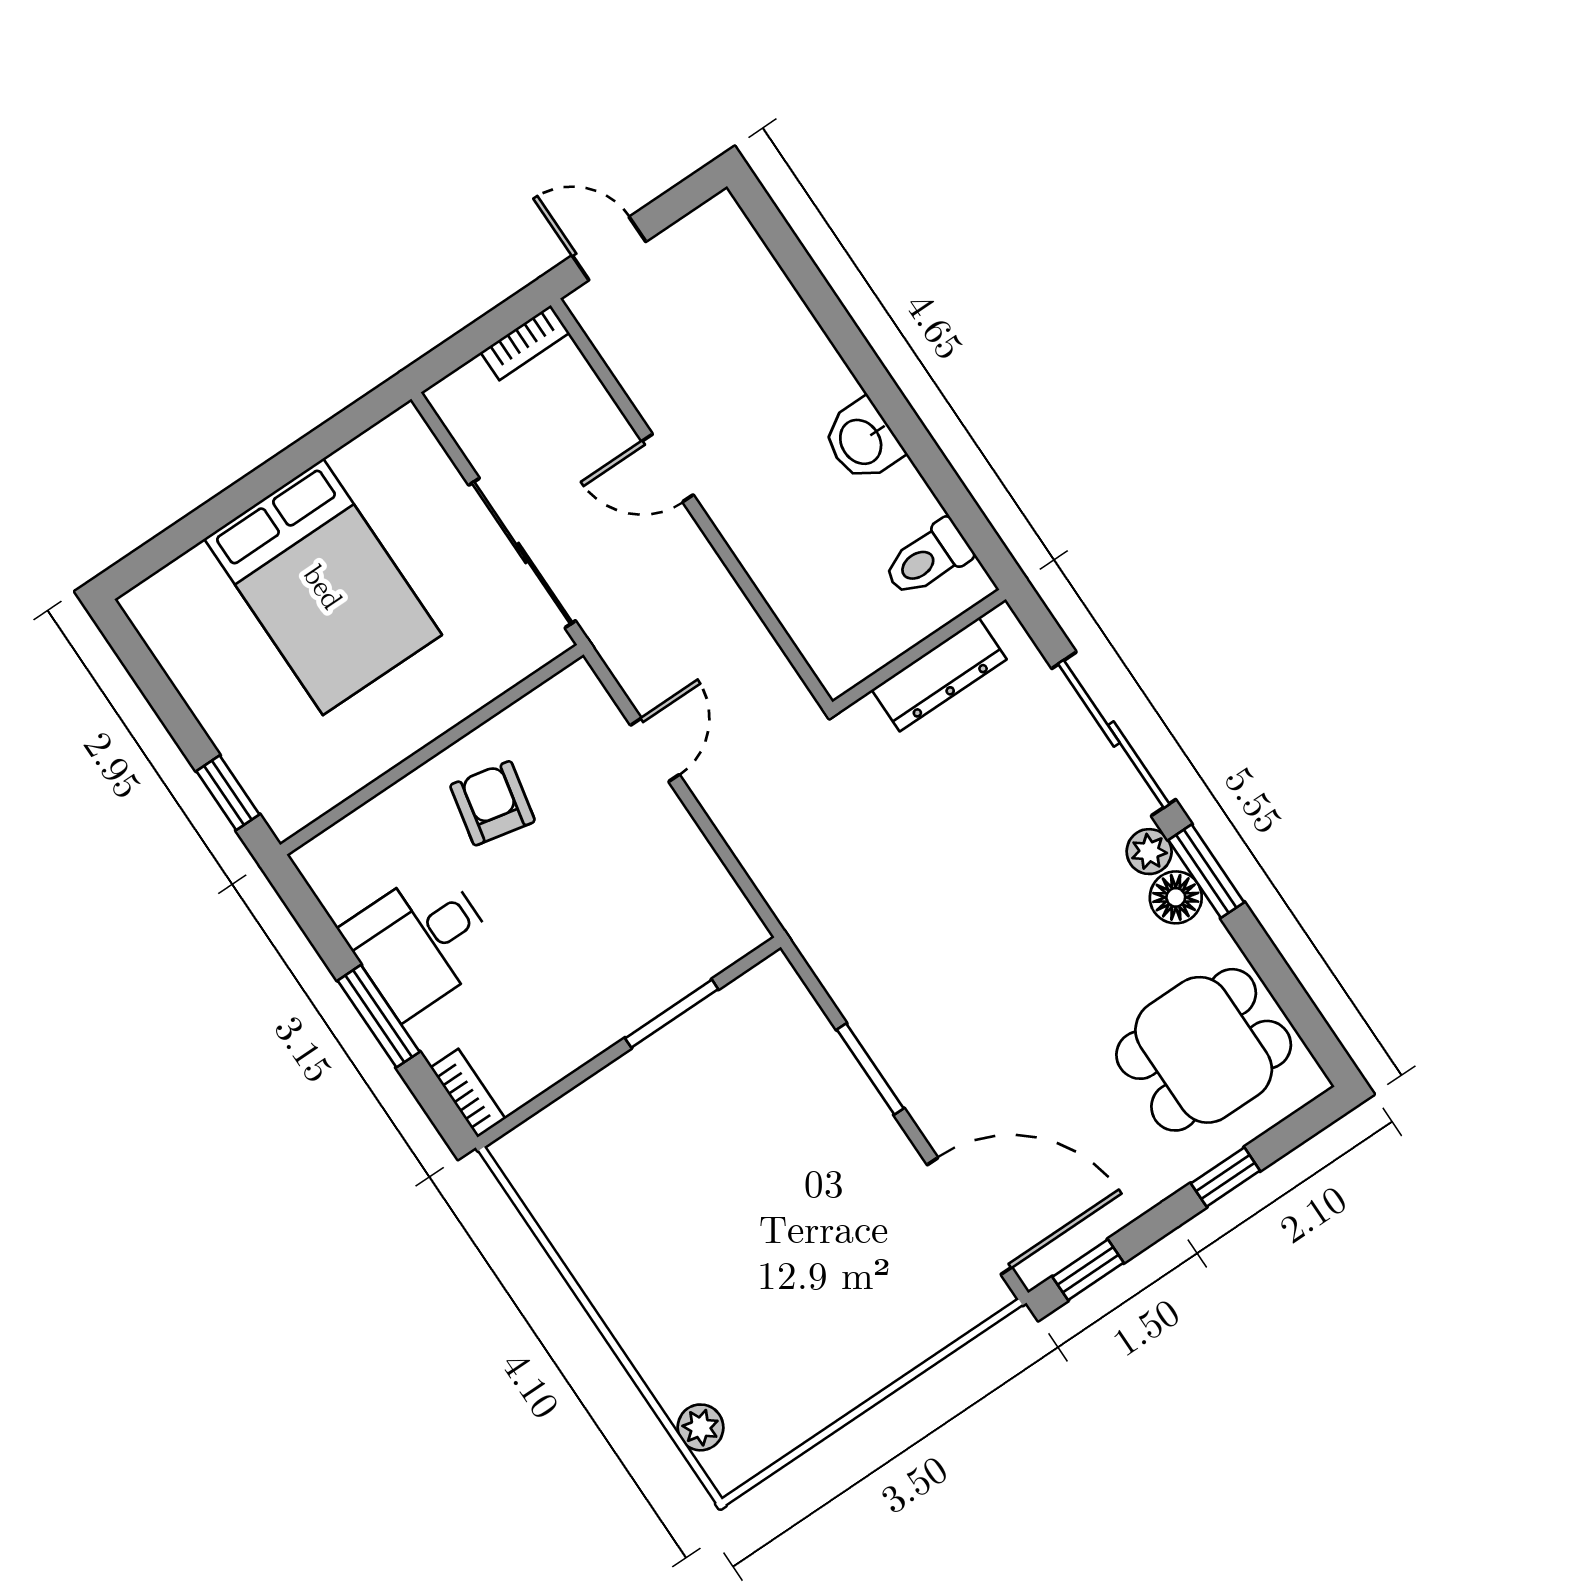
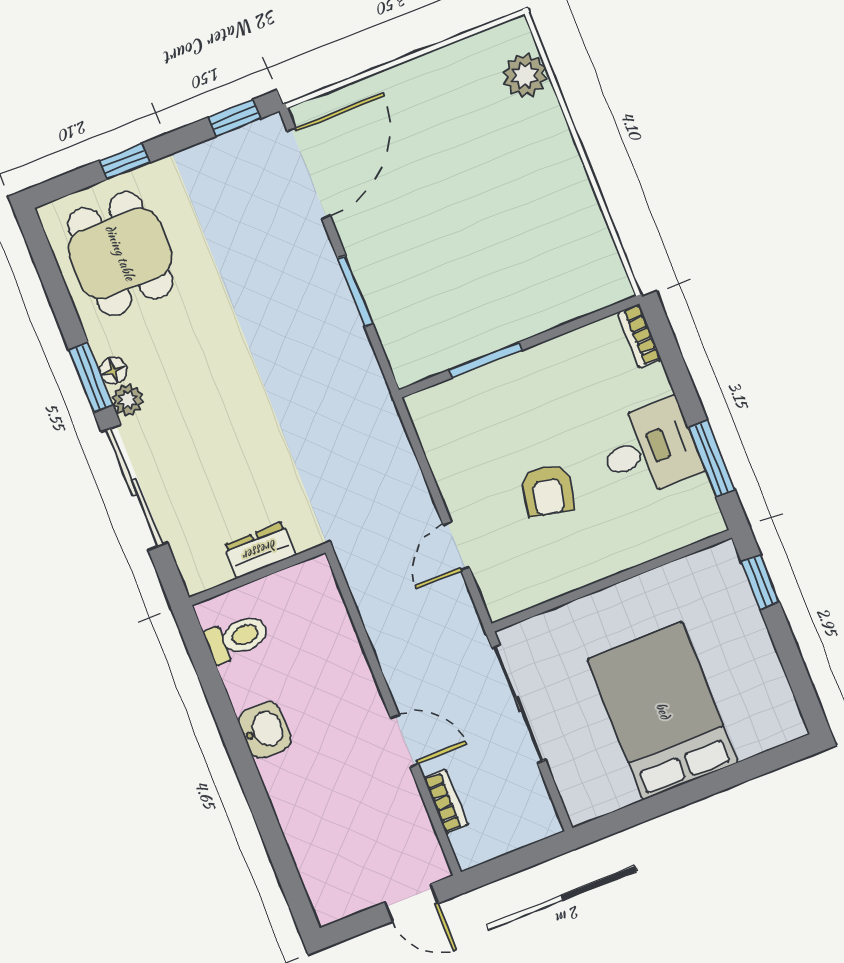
bookcase: (525, 343) -> (446, 802), moved, turned 90
dresser: (939, 674) -> (260, 550), width x0.70
armchair: (492, 803) -> (548, 490), moved
floor lamp: (1176, 897) -> (113, 370), width x0.73, depth x0.73
window: (379, 1016) -> (711, 458), moved
dining table: (1204, 1050) -> (120, 253), turned 90
door: (969, 1216) -> (309, 174), swing flipped
plant: (701, 1427) -> (525, 75), width x1.38, depth x1.38

